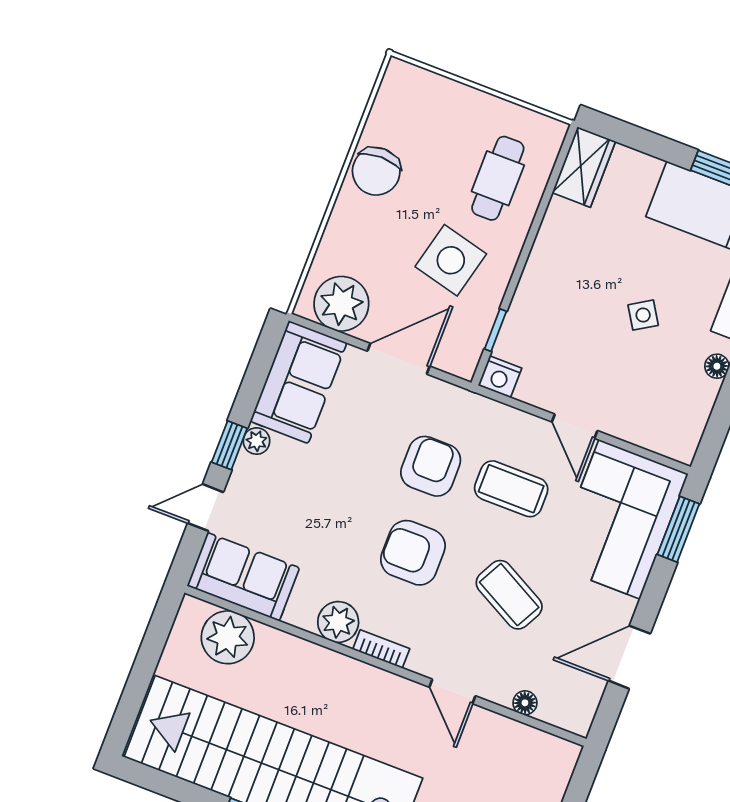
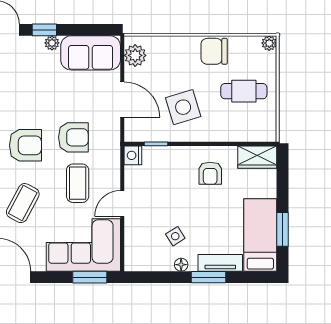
plant: (398, 72) -> (269, 43), added
cafe table: (498, 178) -> (244, 91), moved
armchair: (581, 257) -> (210, 173), added
side table: (451, 260) -> (183, 107), turned -31
plant: (341, 304) -> (135, 55), width x0.73, depth x0.73
side table: (643, 315) -> (175, 236), moved
armchair: (413, 553) -> (25, 145), turned 90

